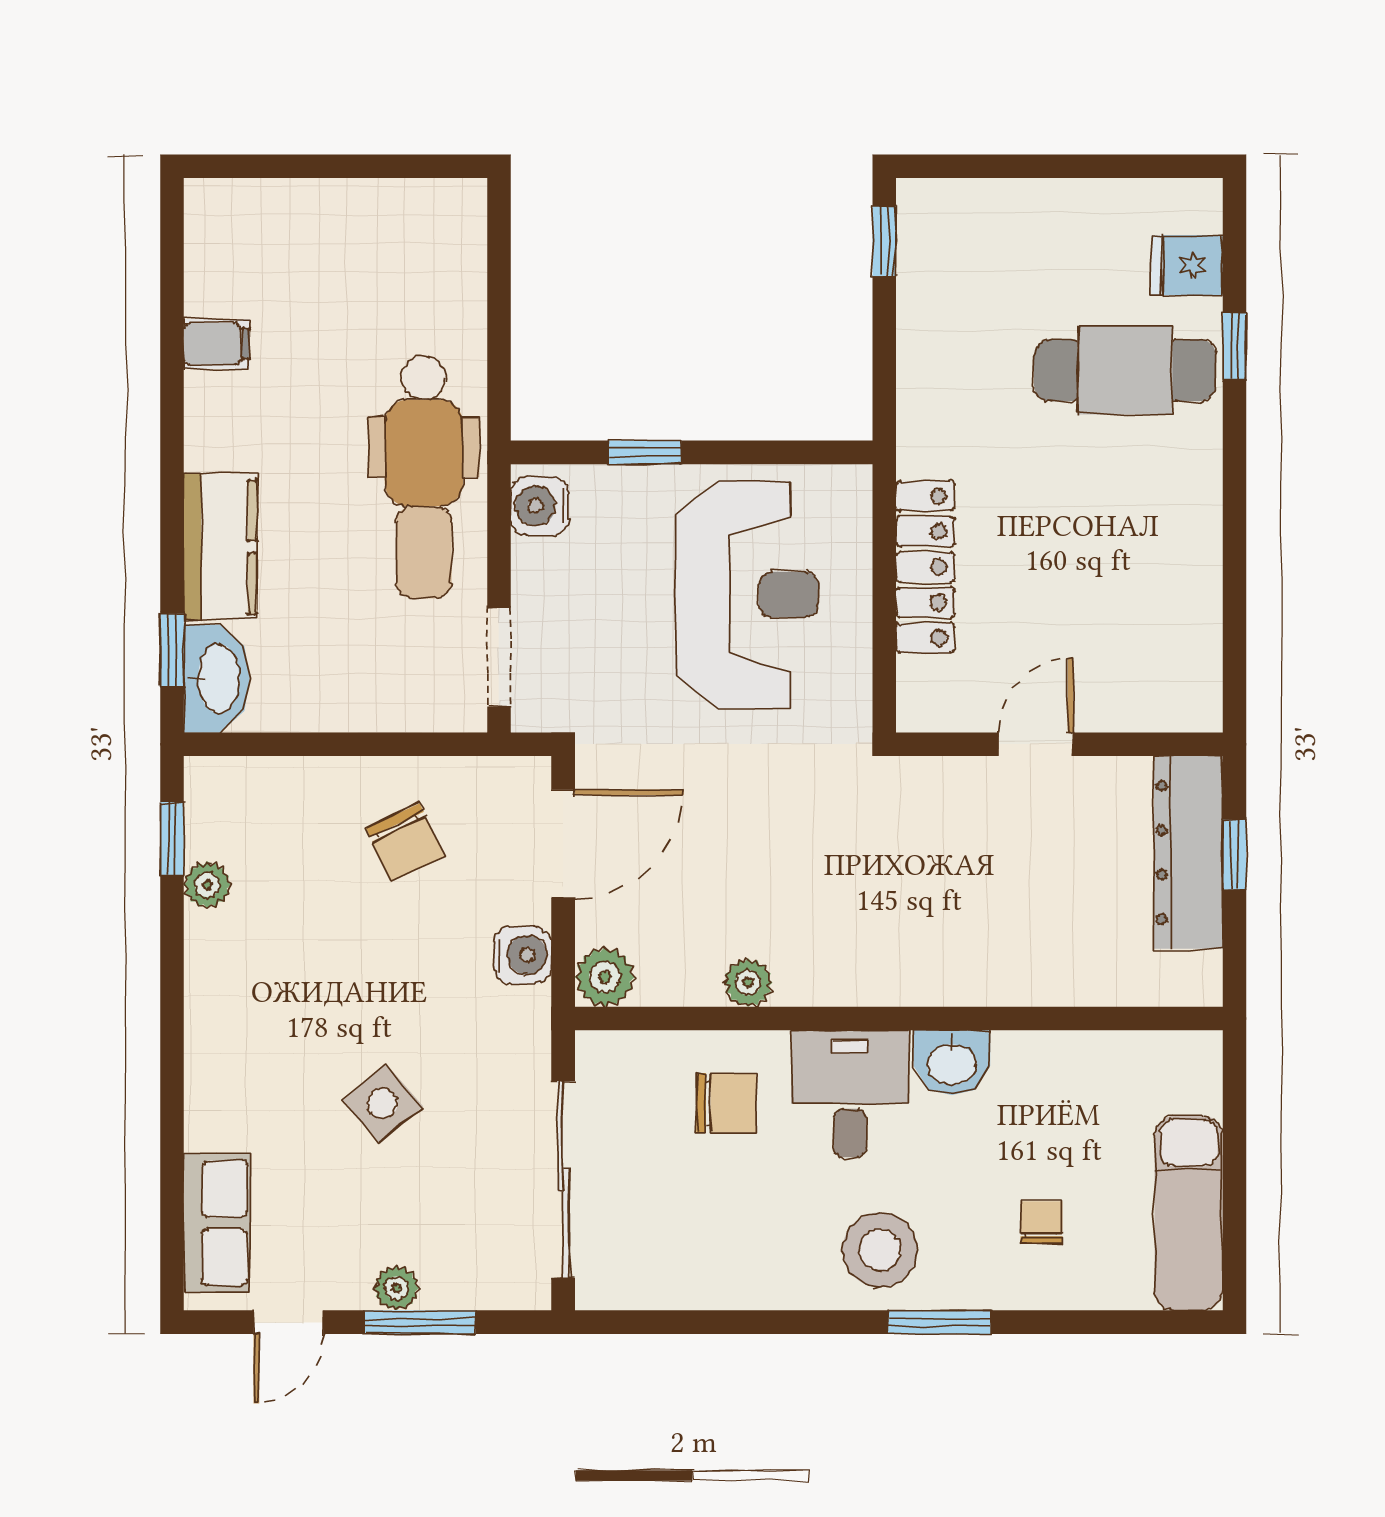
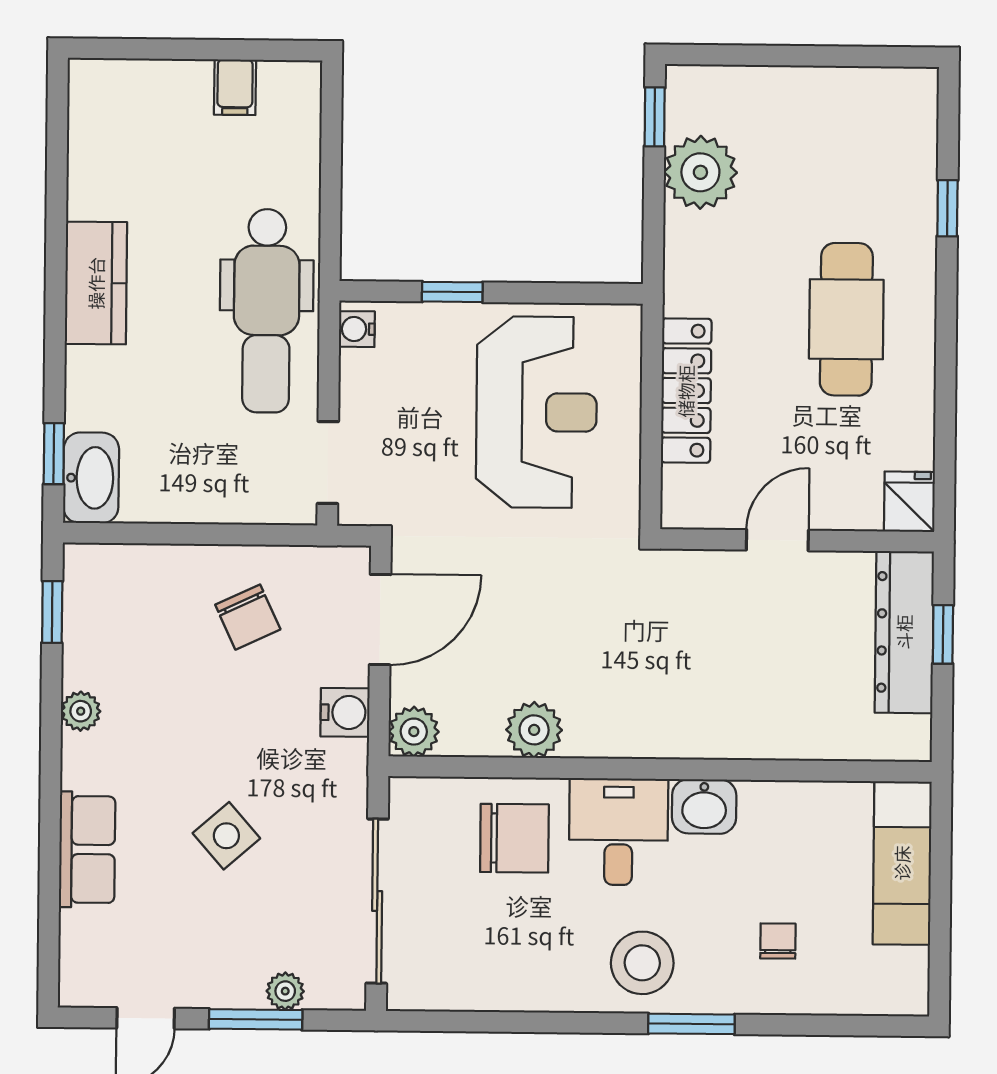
fridge: (1187, 265) -> (909, 502), moved, turned 90
plant: (940, 307) -> (700, 172), added
filing cabinet: (217, 344) -> (235, 87), moved, turned 90
cafe table: (1125, 370) -> (846, 319), moved, turned 90
water cooler: (540, 506) -> (357, 329), width x0.72, depth x0.72
kitchen counter: (220, 547) -> (96, 283), moved
plant: (207, 885) -> (81, 711), moved
plant: (748, 983) -> (534, 730), width x1.38, depth x1.38
chair: (726, 1103) -> (514, 838), width x1.37, depth x1.37
exam couch: (1189, 1213) -> (902, 863), moved
row of seats: (217, 1223) -> (87, 849), moved
plant: (397, 1288) -> (285, 991), moved

